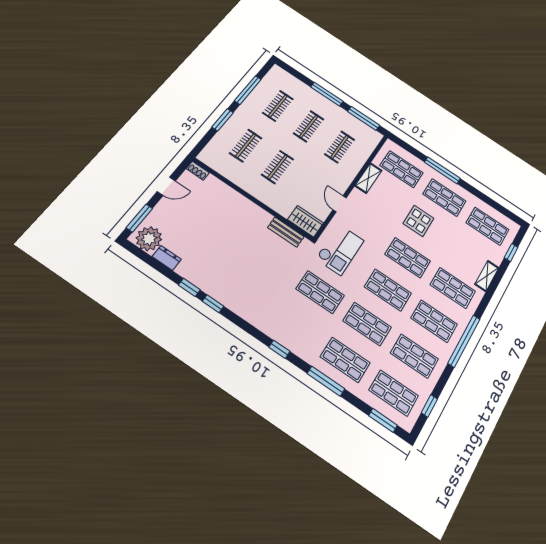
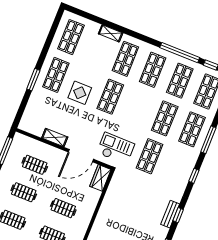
shop shelf: (402, 169) -> (41, 113), removed
window: (442, 170) -> (33, 80), width x0.69
door: (340, 204) -> (81, 156), width x1.87
bench: (286, 232) -> (170, 214), moved
window: (511, 253) -> (88, 16), removed
shop shelf: (388, 290) -> (137, 108), removed
window: (213, 304) -> (178, 215), moved
window: (464, 341) -> (180, 53), moved

